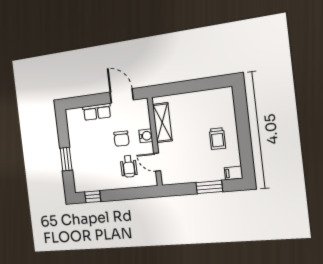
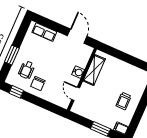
row of seats: (97, 112) -> (44, 32), moved
chair: (121, 139) -> (38, 83), moved
wheelchair: (129, 166) -> (27, 70), moved

